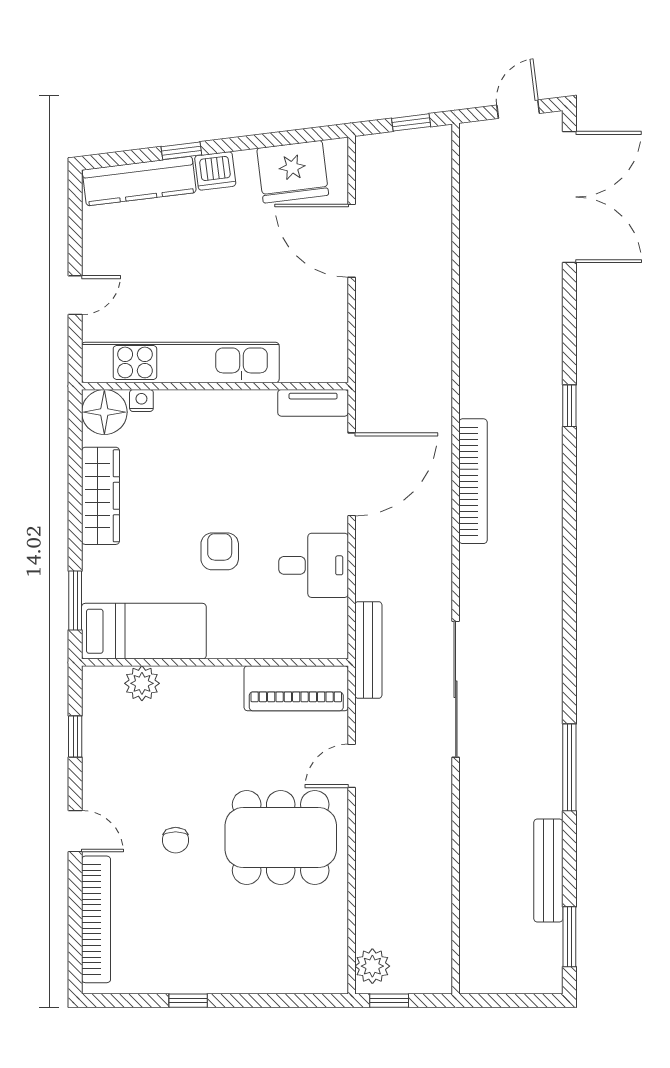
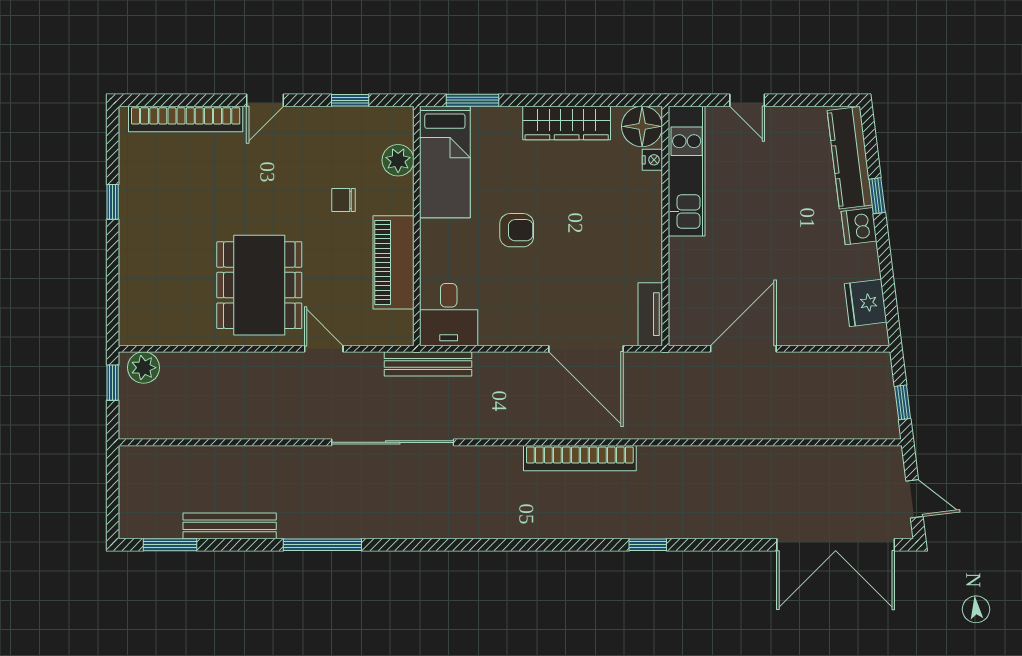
fridge: (293, 172) -> (866, 303), width x0.73, depth x0.75
door: (352, 241) -> (743, 349), moved
kitchen unit: (180, 362) -> (687, 171), width x0.73
desk: (314, 565) -> (449, 315), moved
piano: (296, 688) -> (394, 262), moved
chair: (176, 840) -> (343, 200), moved

